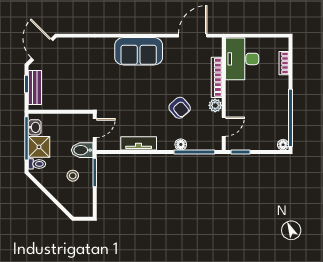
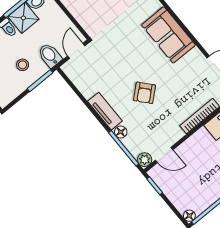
plant: (215, 105) -> (145, 160), moved
armchair: (180, 108) -> (145, 93), moved
door: (95, 128) -> (76, 51), swing flipped
tv unit: (139, 143) -> (105, 111), moved

